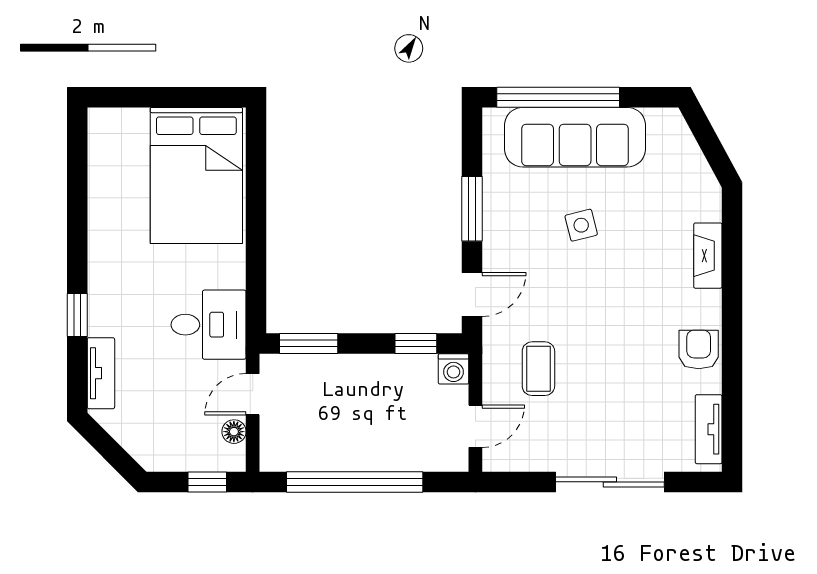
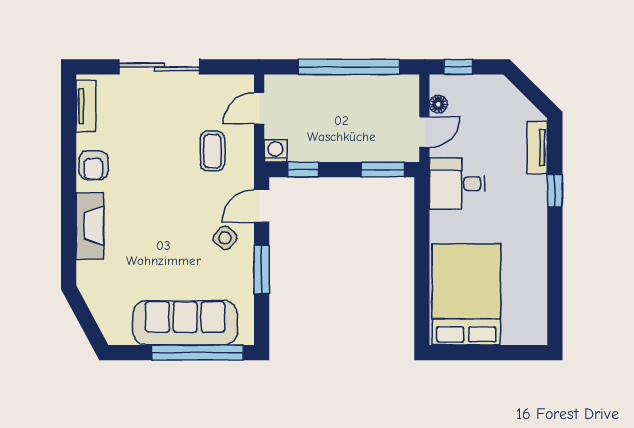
side table: (581, 225) -> (225, 238), moved, turned -36
fireplace: (708, 256) -> (90, 226), width x1.37, depth x1.32

